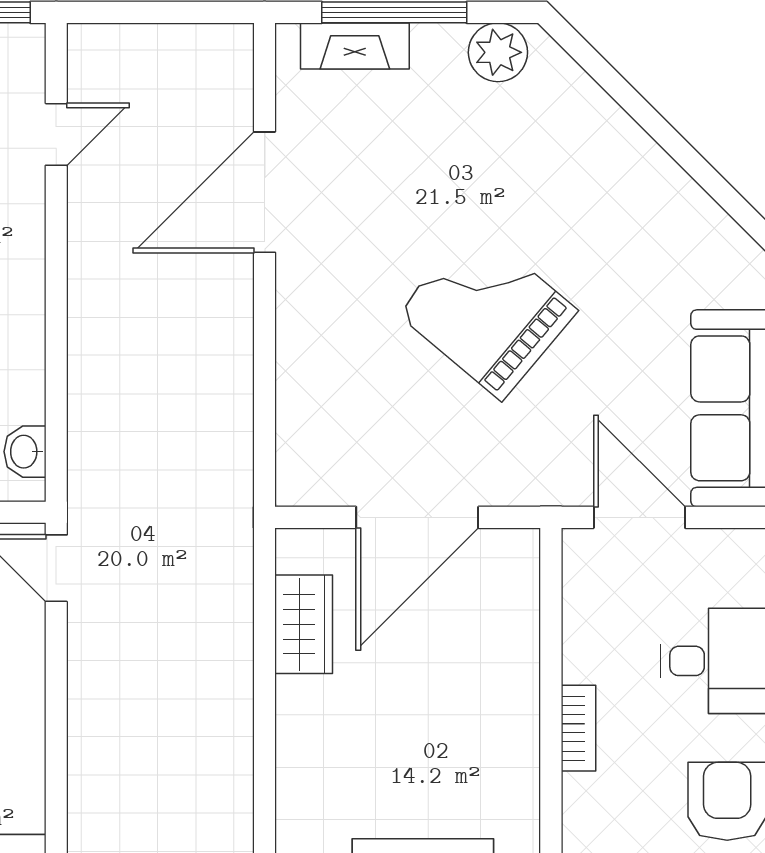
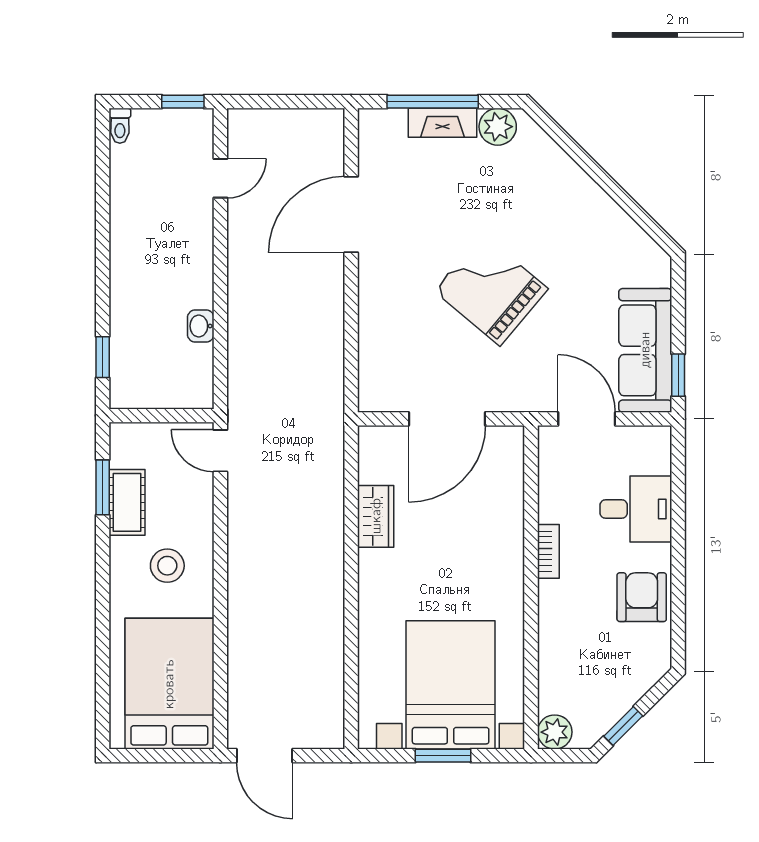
fireplace: (355, 46) -> (442, 123), moved
washbasin: (25, 452) -> (201, 326), moved
wardrobe: (304, 624) -> (376, 516), moved

